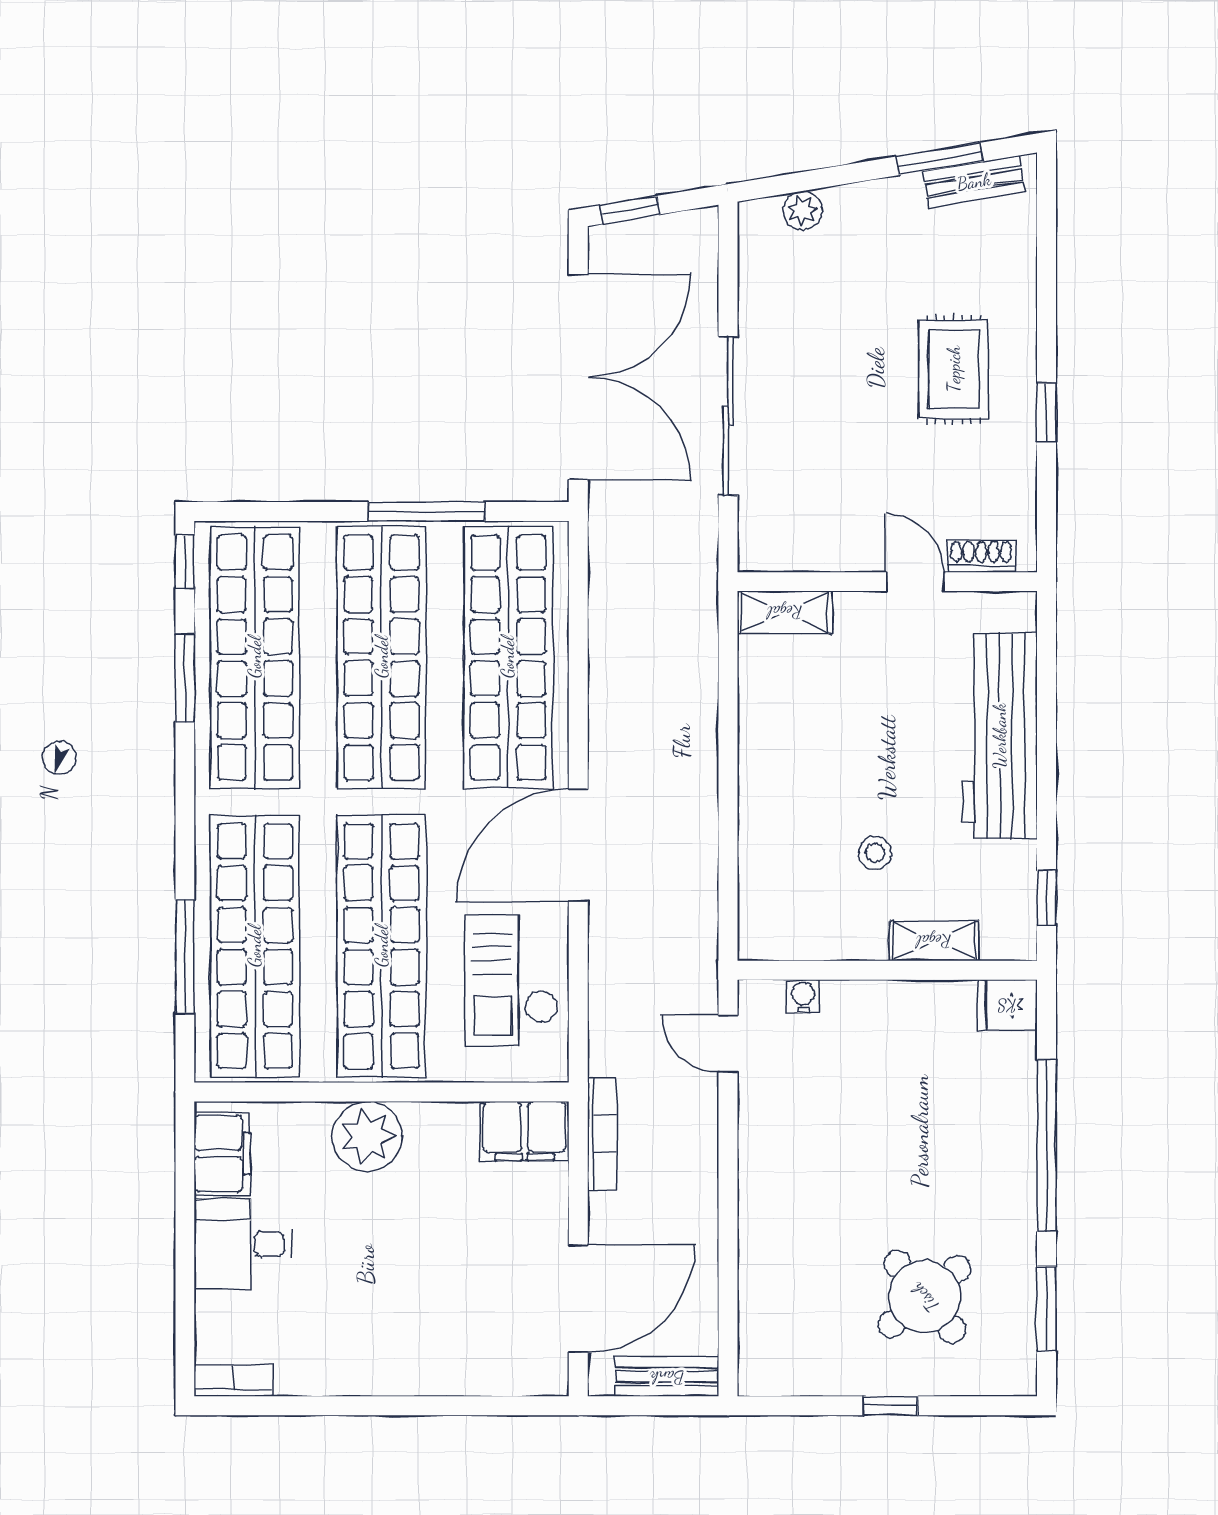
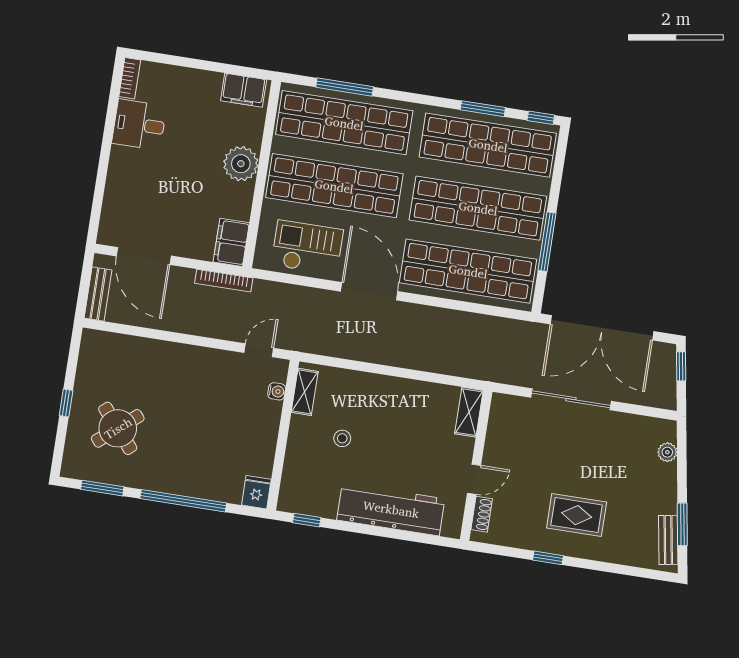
shelving: (934, 941) -> (305, 392), moved
desk: (243, 1244) -> (139, 125), moved, turned -90

